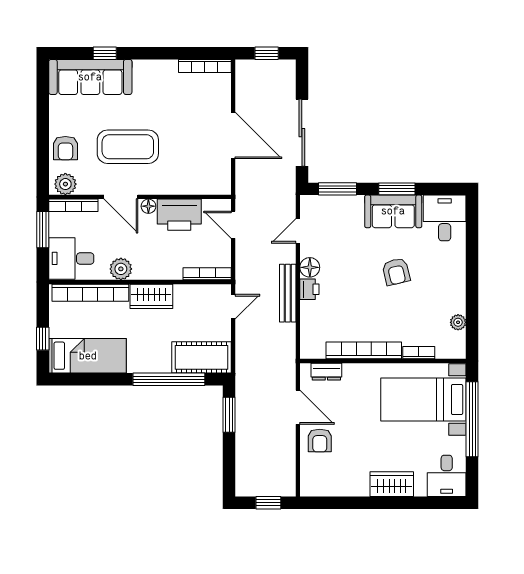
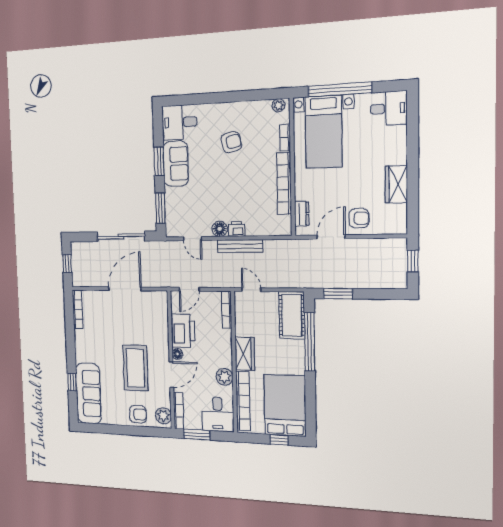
armchair: (396, 272) -> (231, 142), moved
plant: (458, 322) -> (278, 105), moved
bed: (88, 356) -> (285, 405), width x1.50
wardrobe: (392, 484) -> (396, 184), moved

